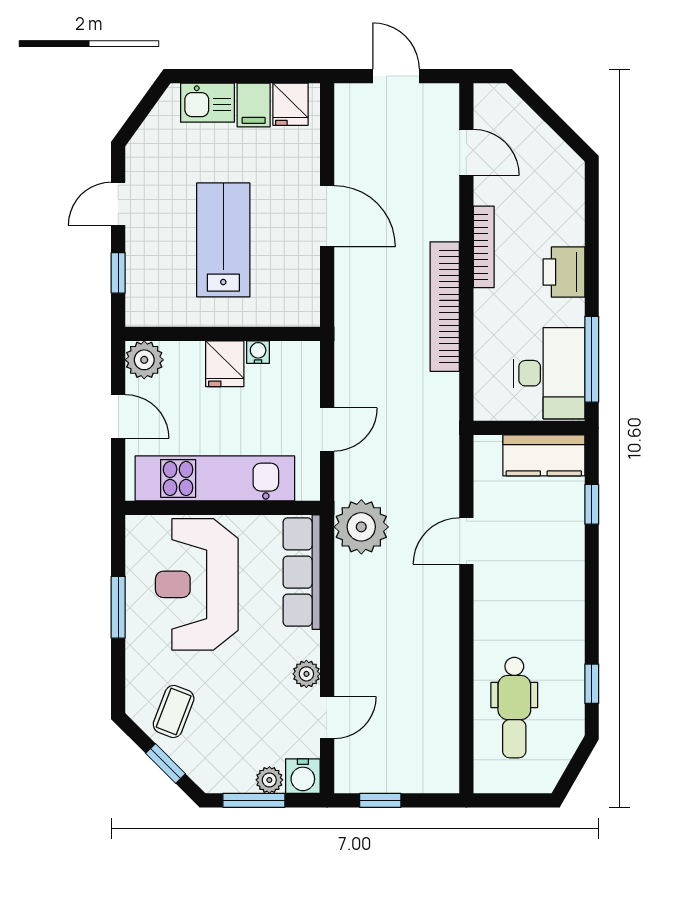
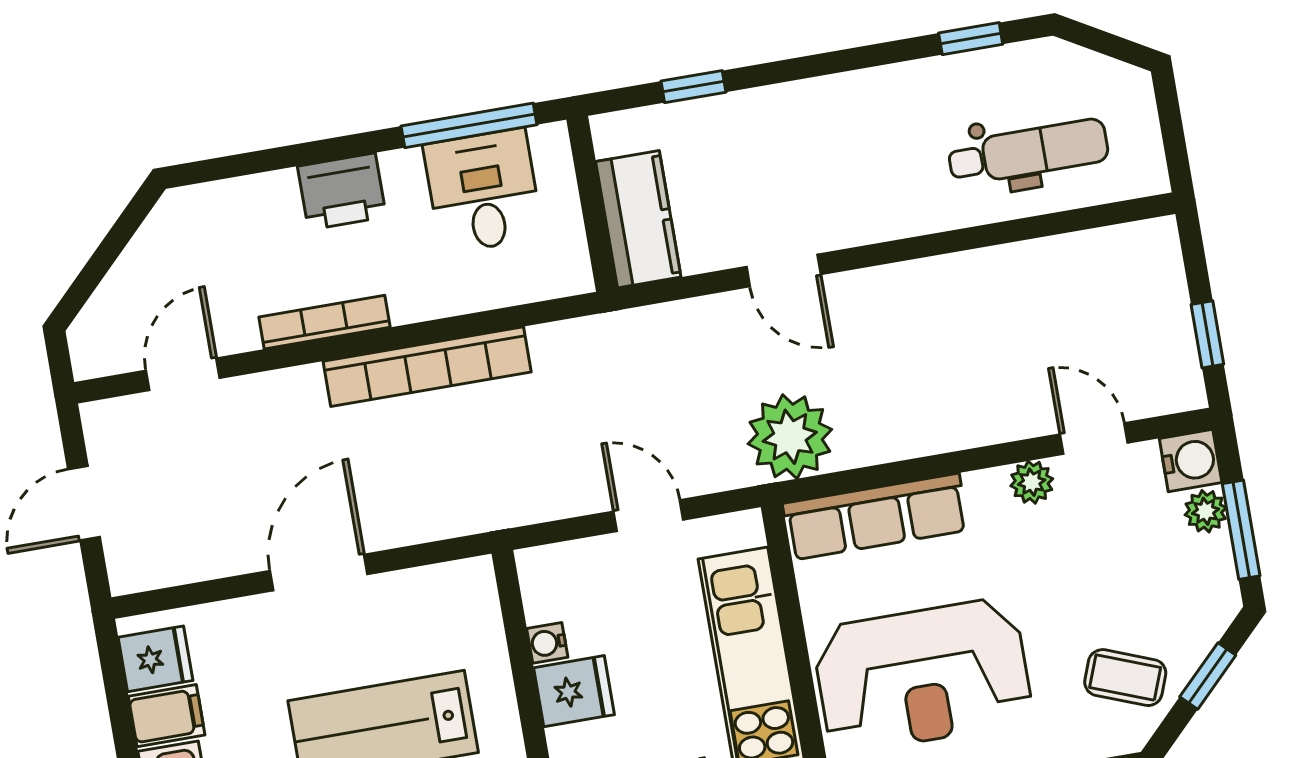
desk: (549, 373) -> (483, 191), width x0.73
kitchen counter: (544, 455) -> (638, 219), moved

